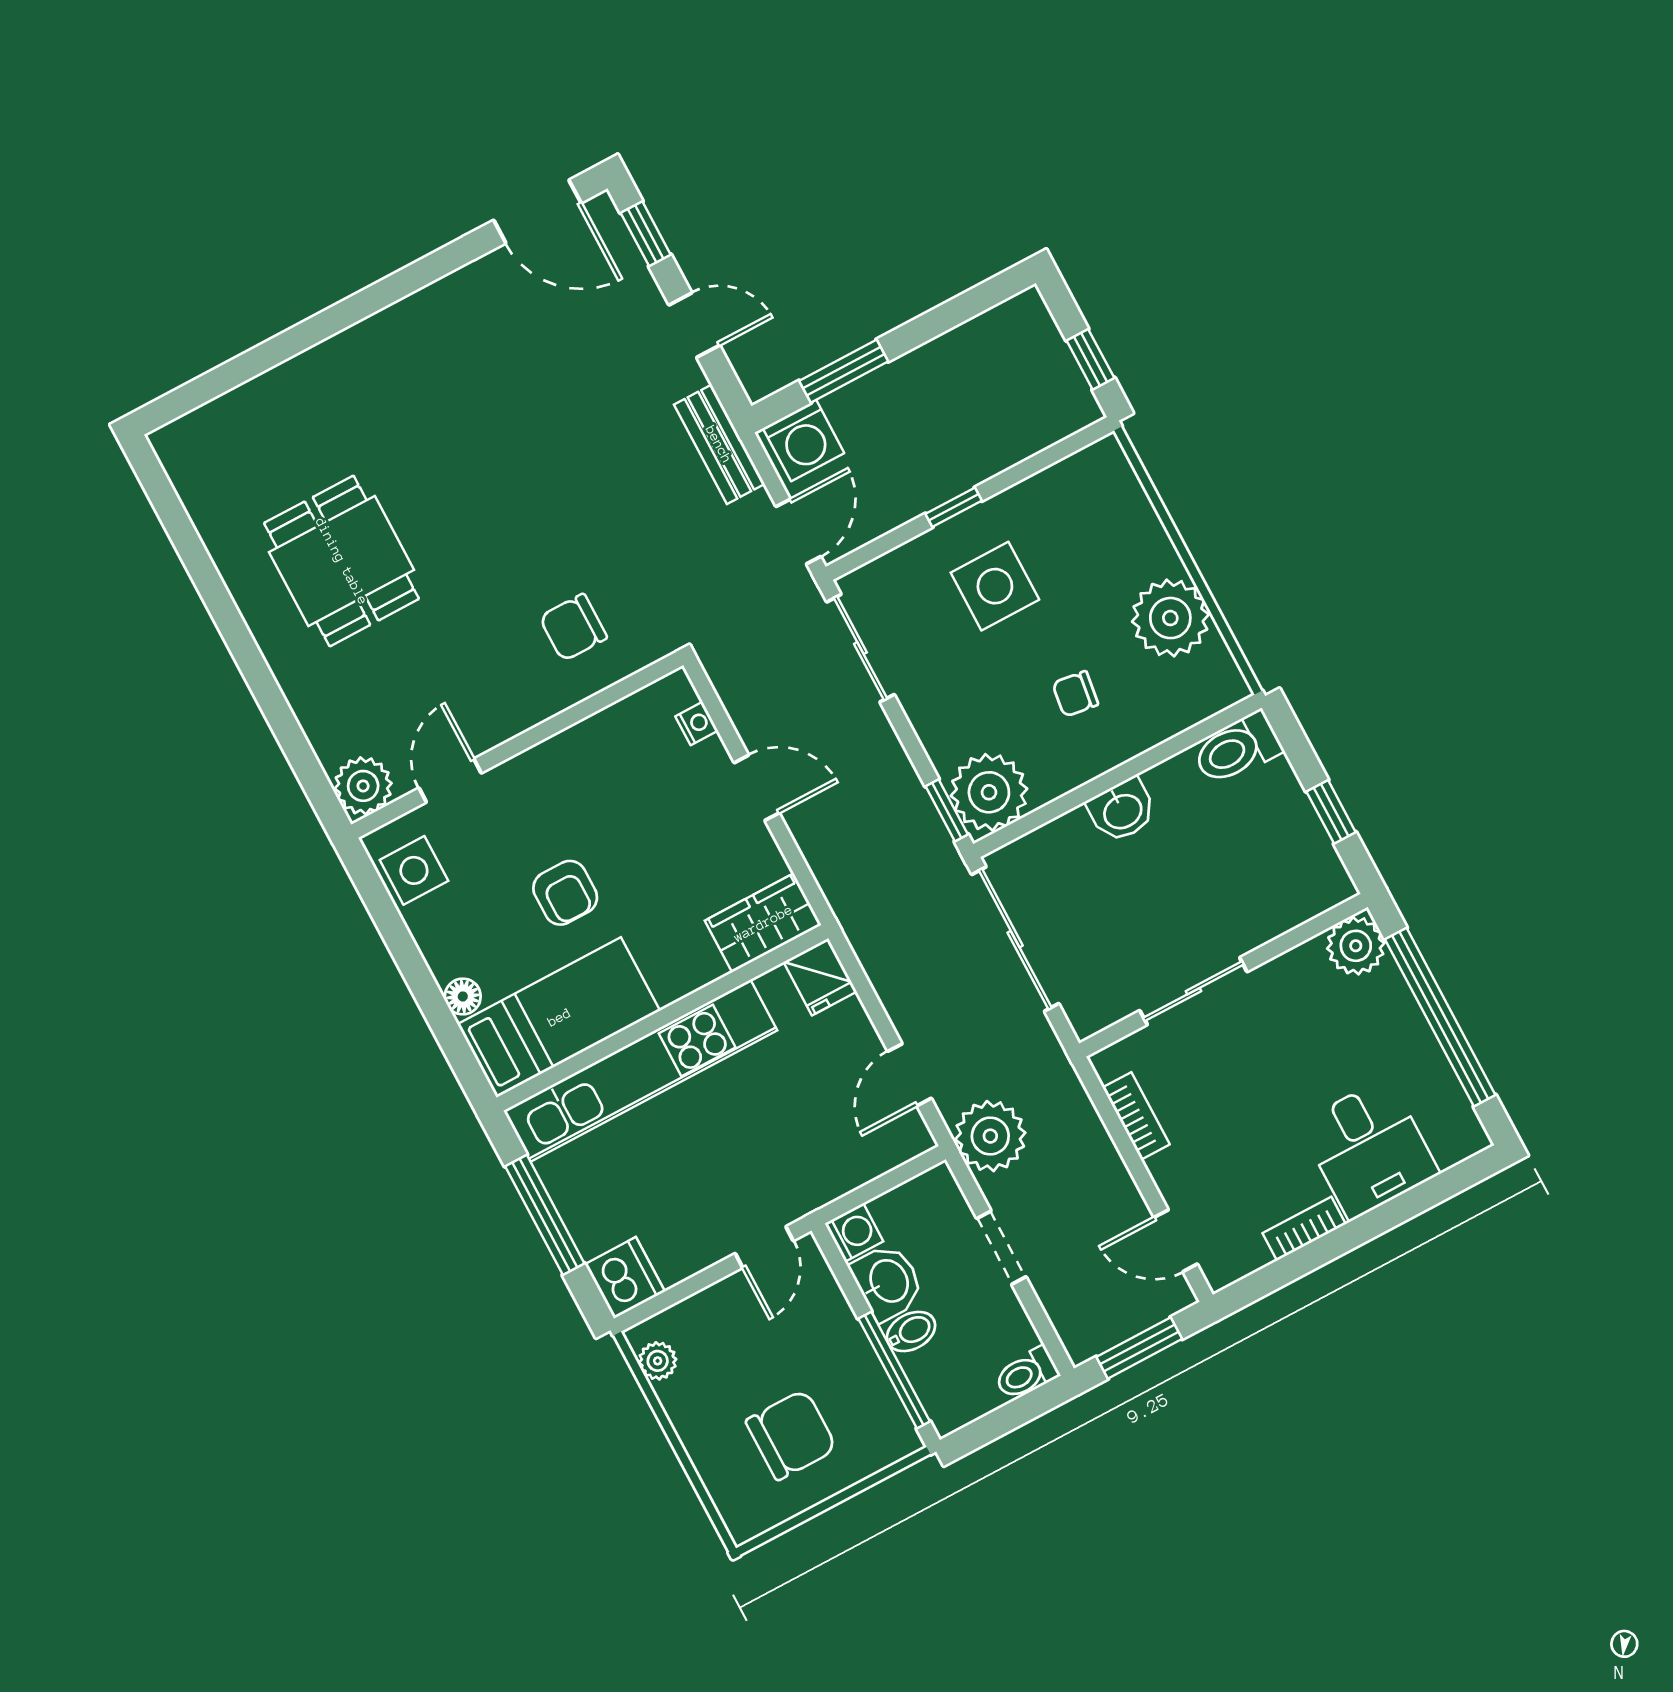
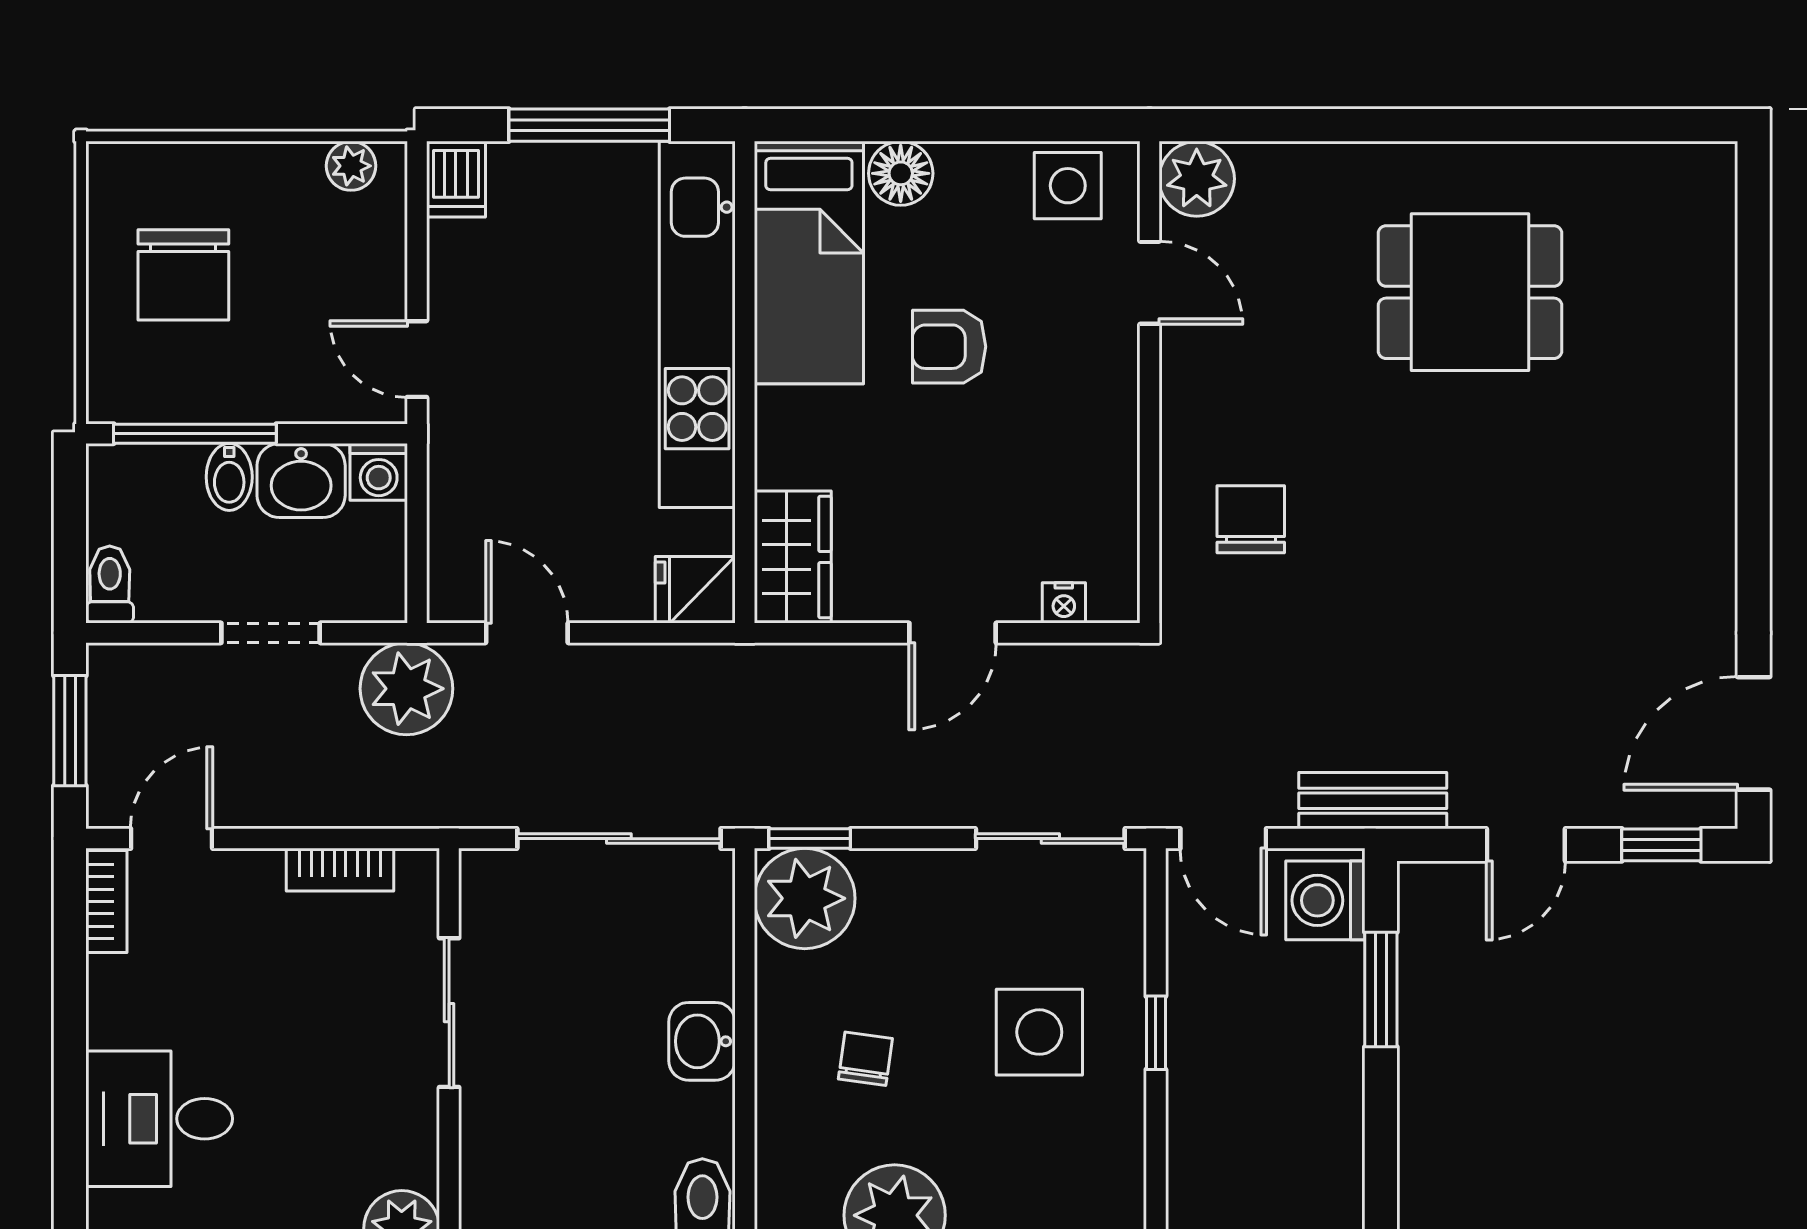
floor lamp: (463, 996) -> (901, 173), width x1.37, depth x1.37
bookcase: (1304, 1229) -> (106, 901), moved
dishwasher: (625, 1278) -> (456, 179), width x0.73

